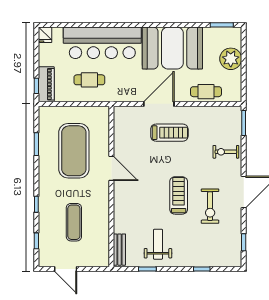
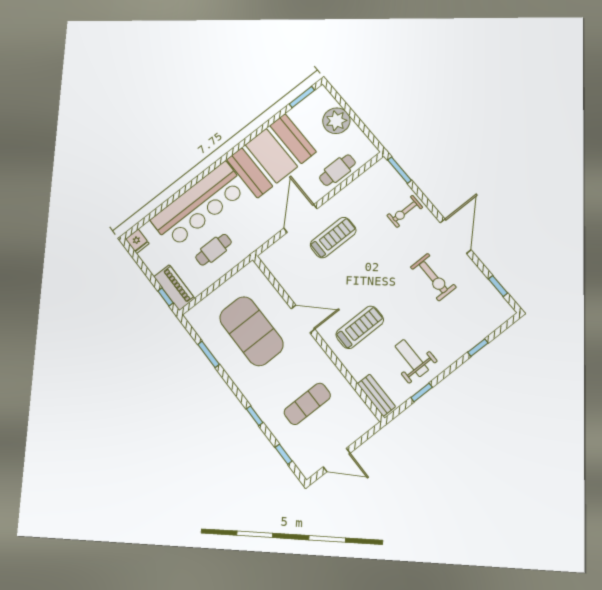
treadmill: (179, 195) -> (360, 327), moved, turned 90
exercise mat: (74, 222) -> (307, 404), turned 90

